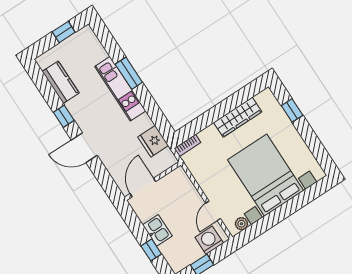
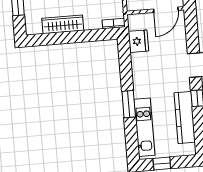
kitchen counter: (61, 82) -> (185, 117), width x1.50
kitchen unit: (120, 89) -> (144, 127), moved

